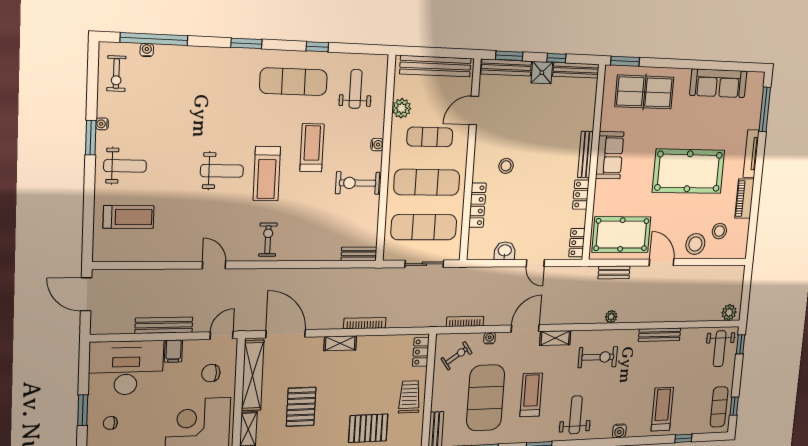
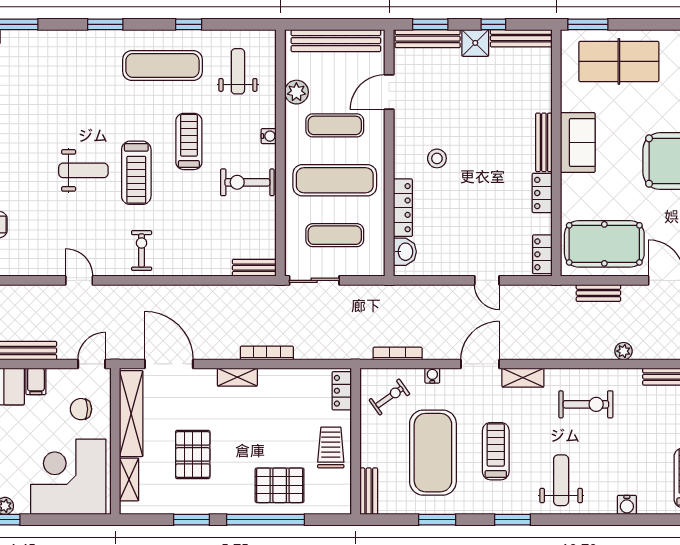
exercise mat: (424, 227) -> (335, 235), width x0.73, depth x0.69
washbasin: (505, 251) -> (405, 252), moved, turned 90
sliding door: (424, 264) -> (314, 280), moved
plant: (611, 317) -> (623, 351), moved

